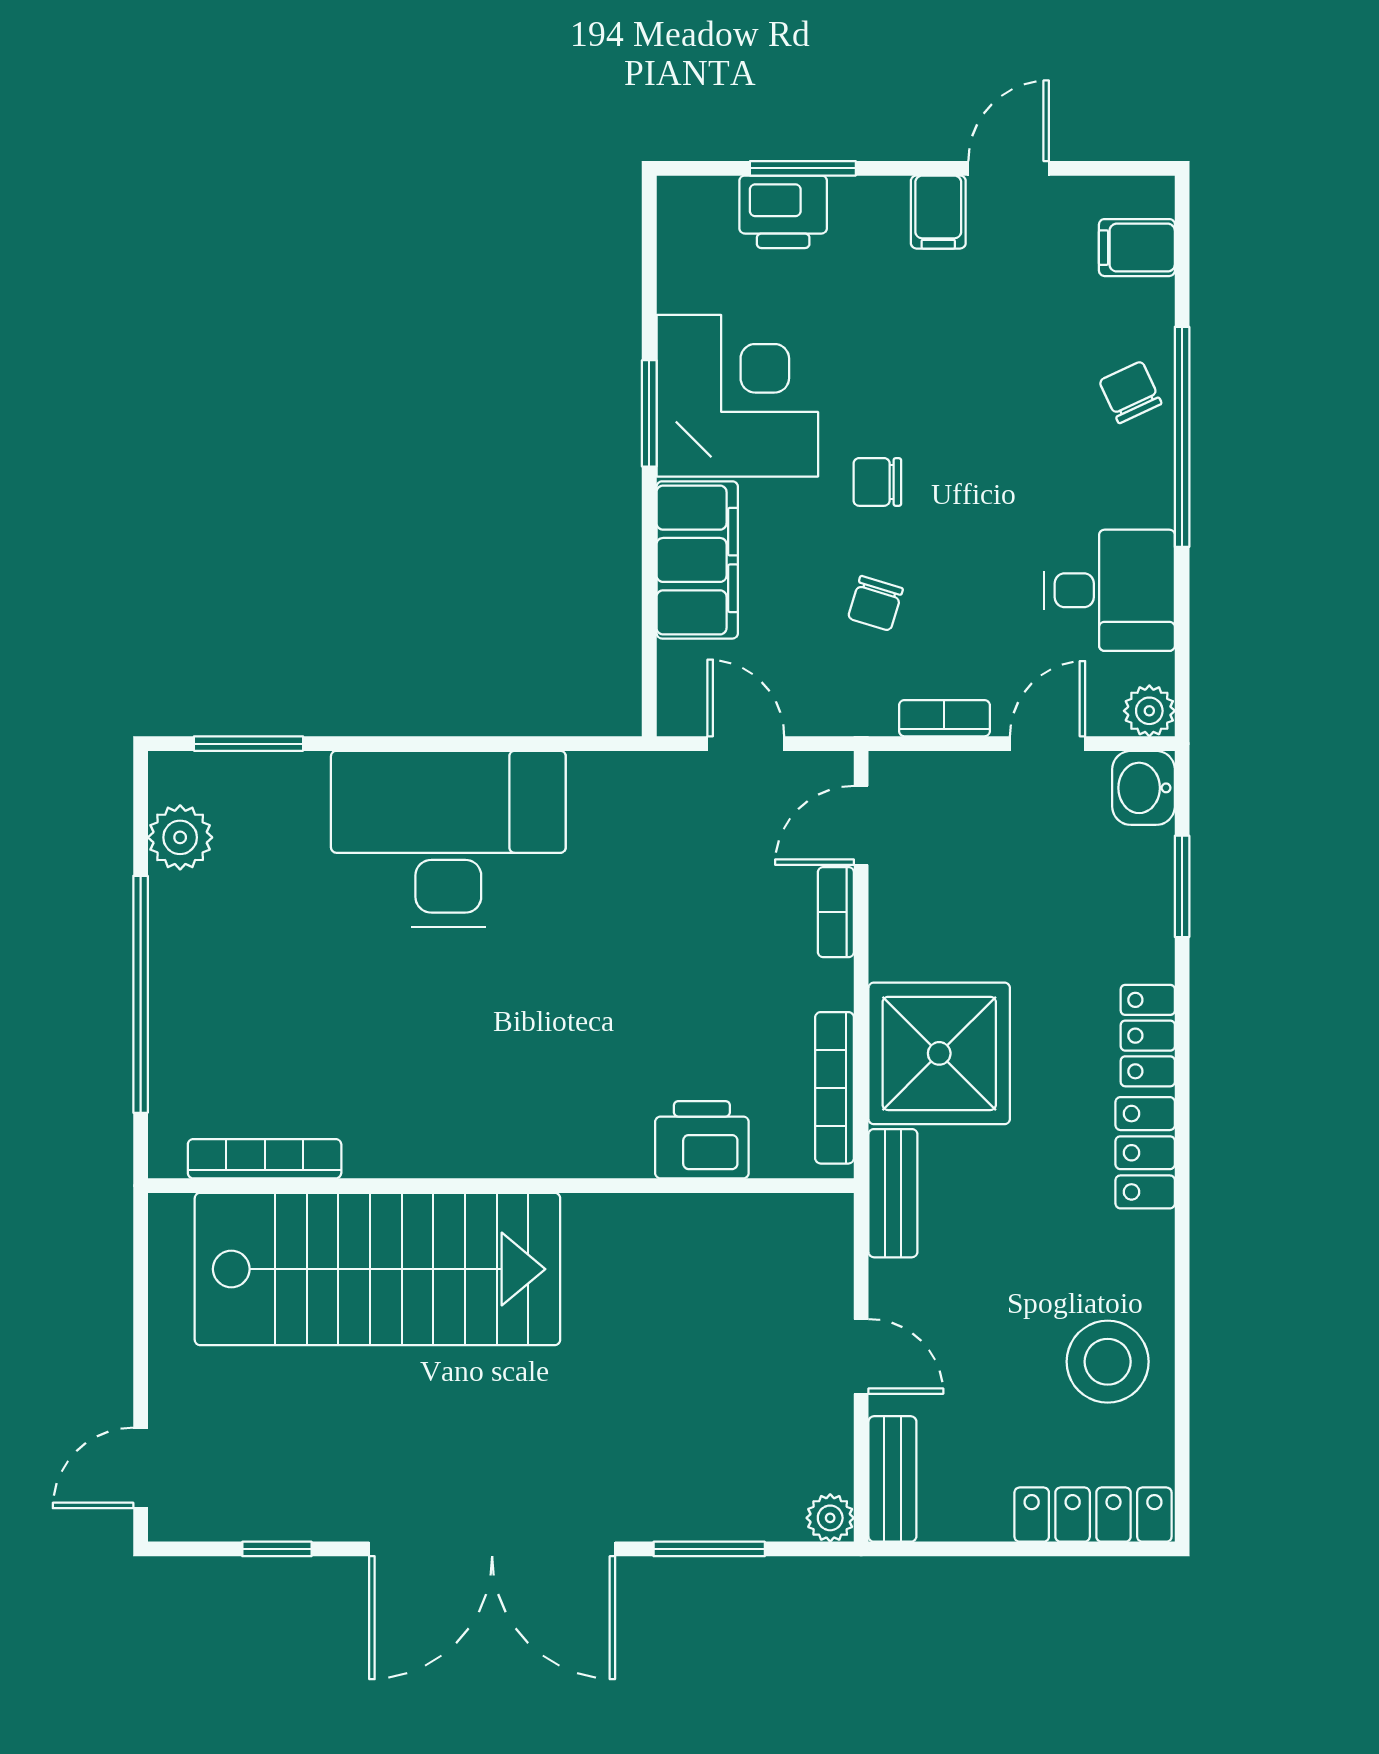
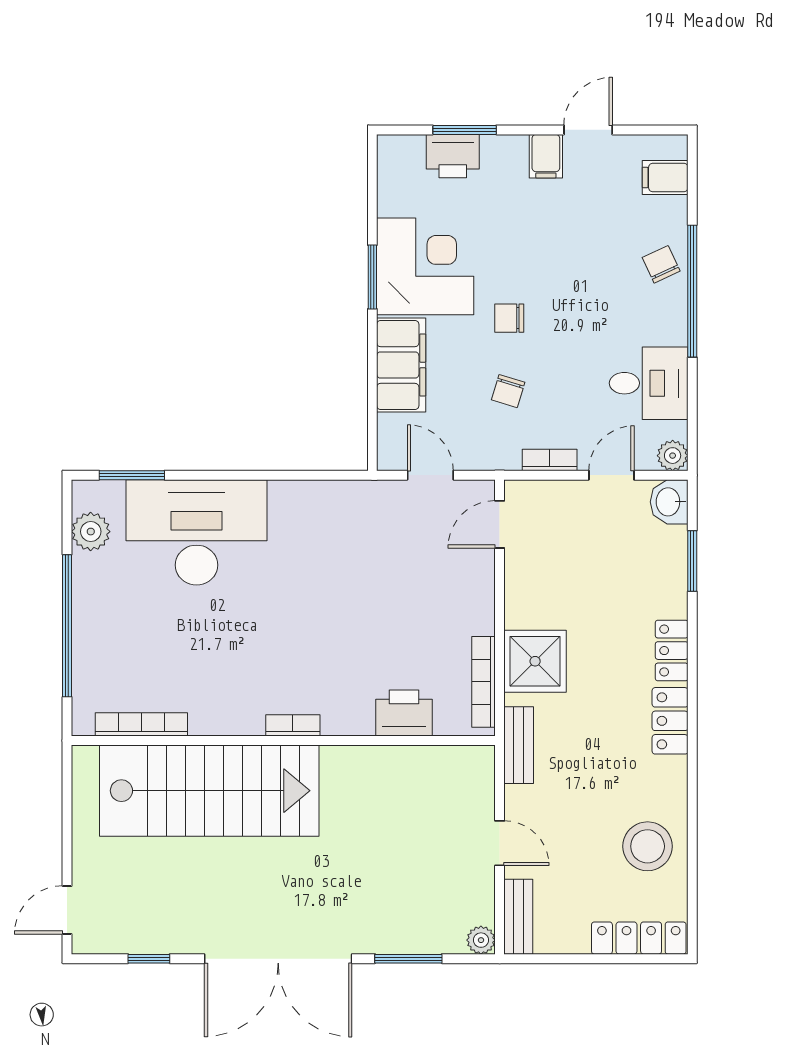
desk: (448, 839) -> (197, 532), moved
bookcase: (836, 912) -> (293, 725), moved, turned 90
shower: (939, 1053) -> (535, 661), width x0.73, depth x0.73

